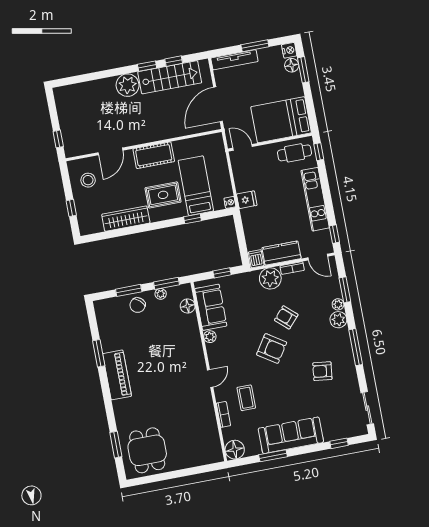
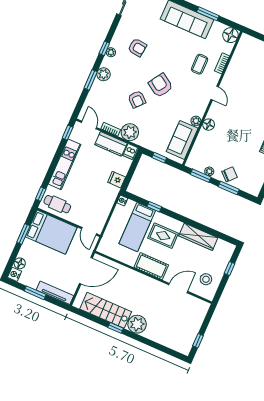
window: (174, 61) -> (96, 319), removed
window: (303, 70) -> (23, 234), moved
window: (58, 139) -> (198, 341), moved
fridge: (247, 200) -> (117, 180), moved
window: (345, 290) -> (91, 80), moved
plant: (338, 304) -> (111, 52), moved
floor lamp: (188, 306) -> (209, 125), moved
window: (356, 347) -> (104, 48), width x0.46
door: (210, 379) -> (215, 93), swing flipped

